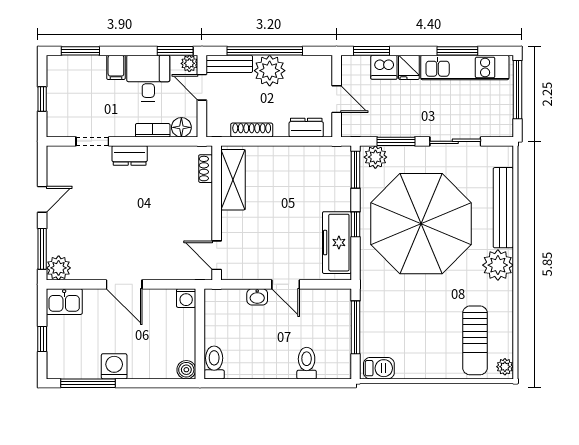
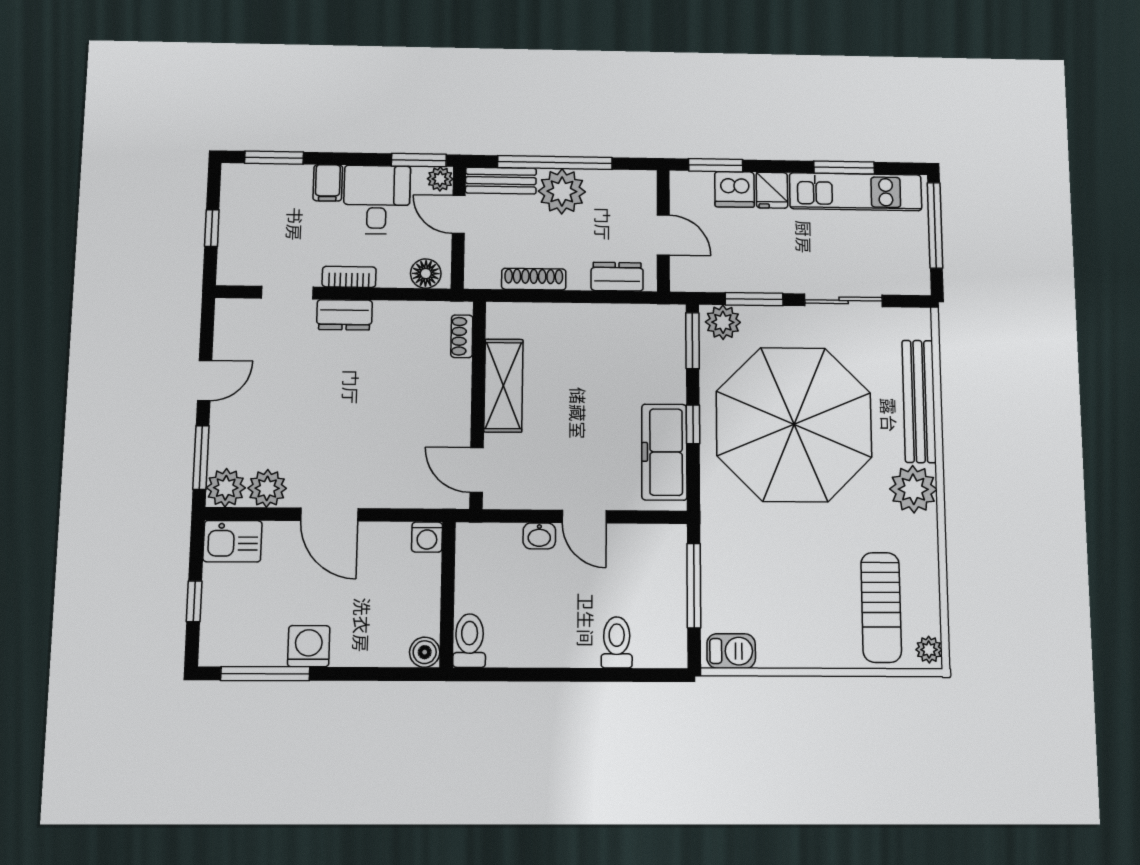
bookcase: (153, 130) -> (349, 277), moved
shelving: (233, 180) -> (503, 386), moved
plant: (84, 268) -> (267, 488), added

